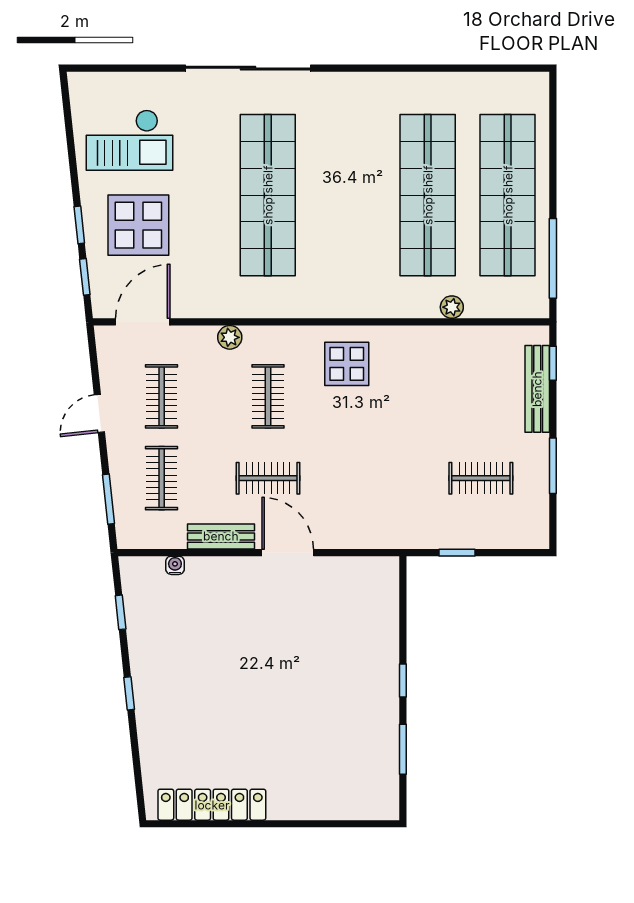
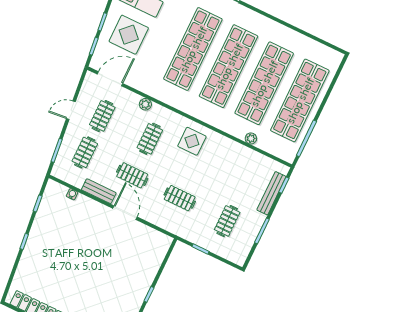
shop shelf: (348, 195) -> (229, 66), added
clothes rail: (374, 478) -> (180, 198), added
clothes rail: (481, 478) -> (227, 221), turned 90

